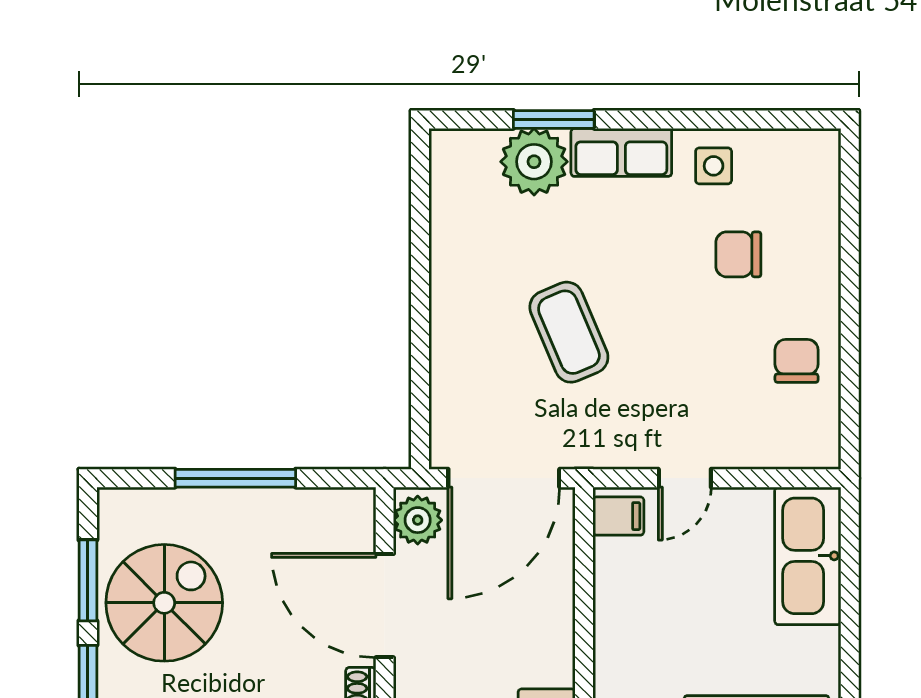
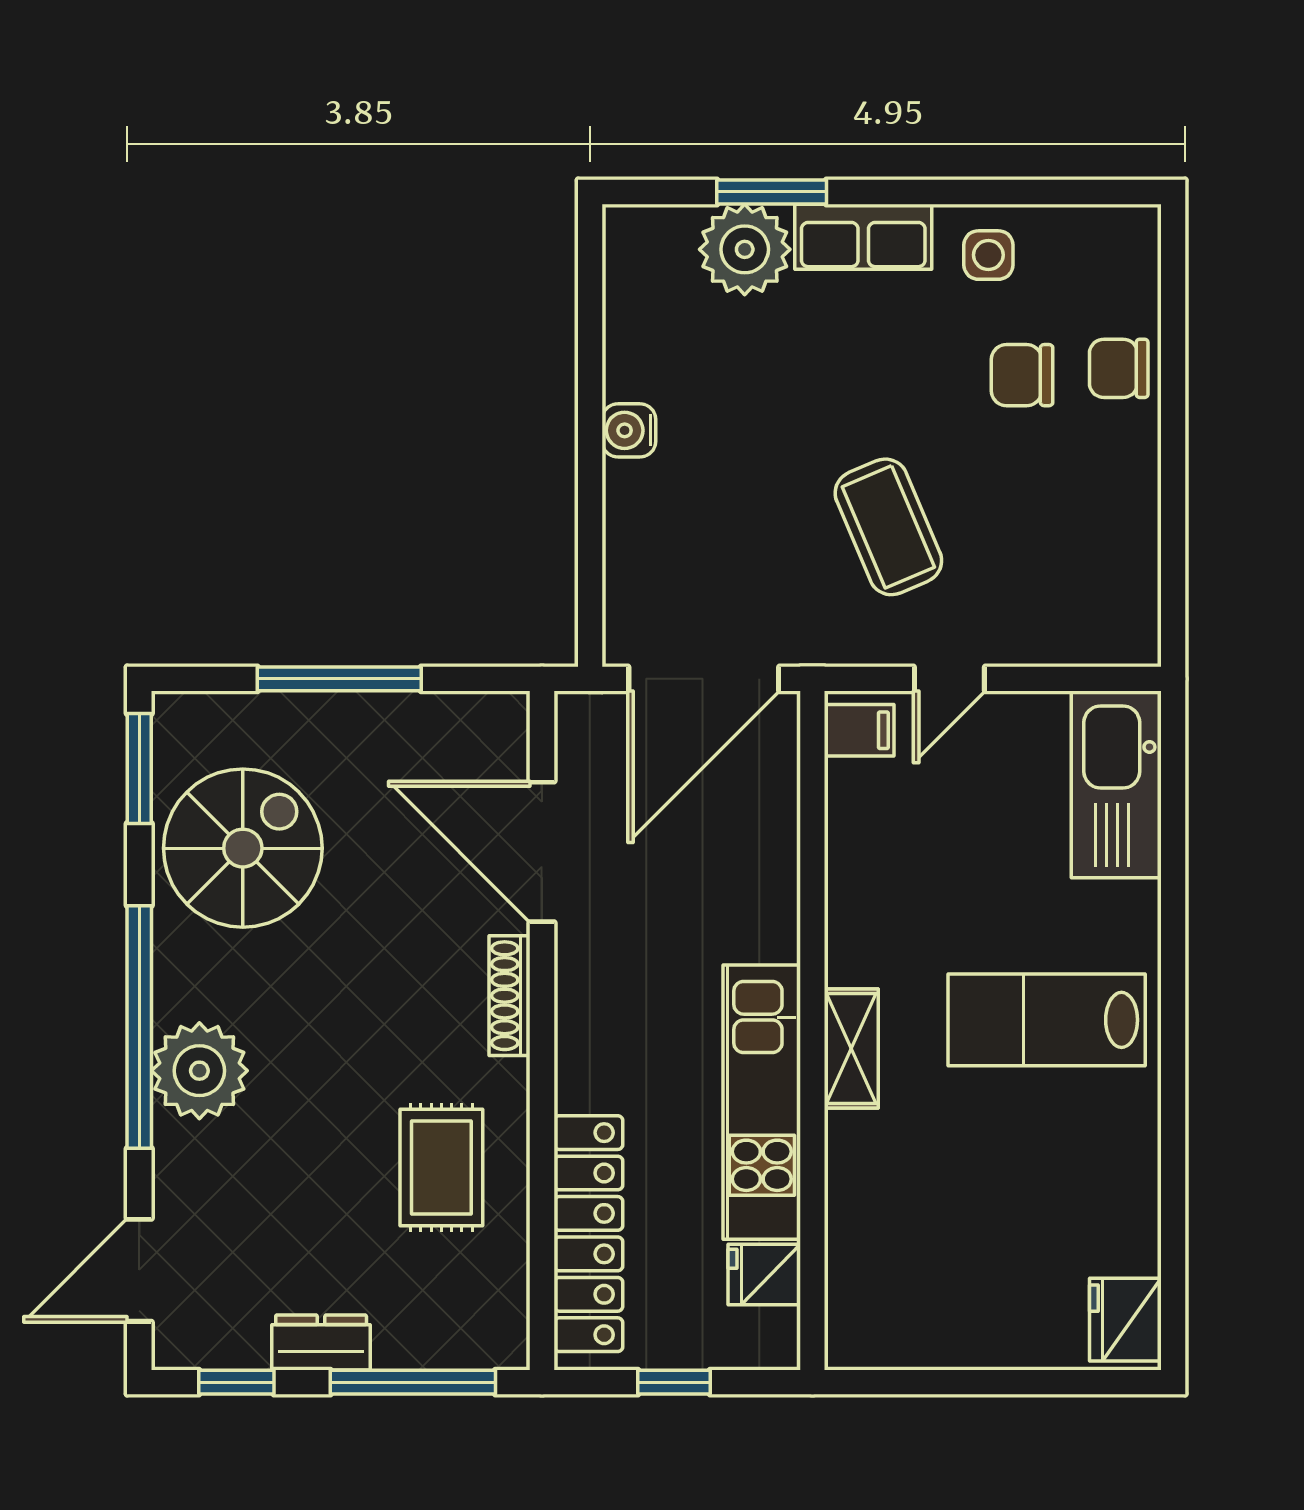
water cooler: (449, 295) -> (629, 430), added
coffee table: (569, 332) -> (888, 527), moved
chair: (797, 361) -> (1119, 368), moved, turned -90
plant: (418, 520) -> (587, 736), removed
window: (88, 580) -> (139, 769), moved

